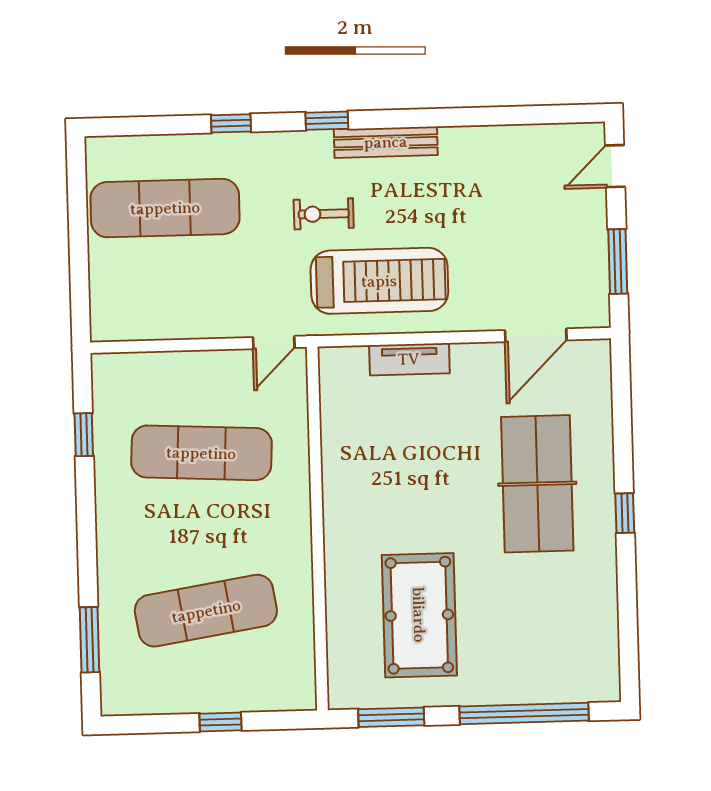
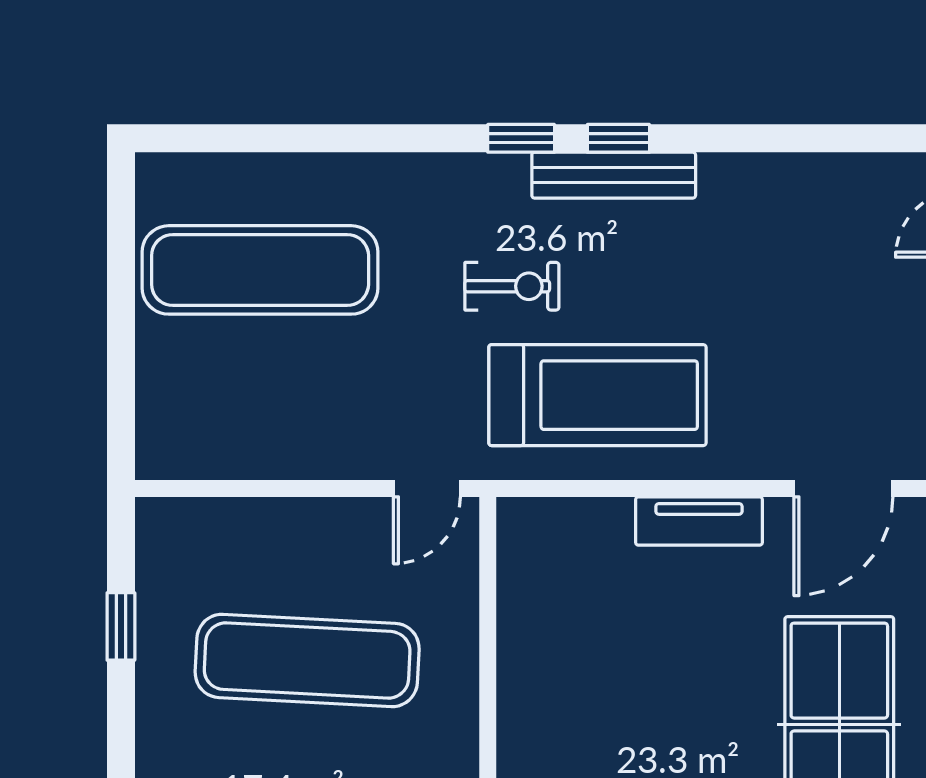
window: (231, 123) -> (618, 138), moved
exercise bike: (324, 214) -> (512, 286), turned 180
tv unit: (409, 359) -> (699, 521), moved

